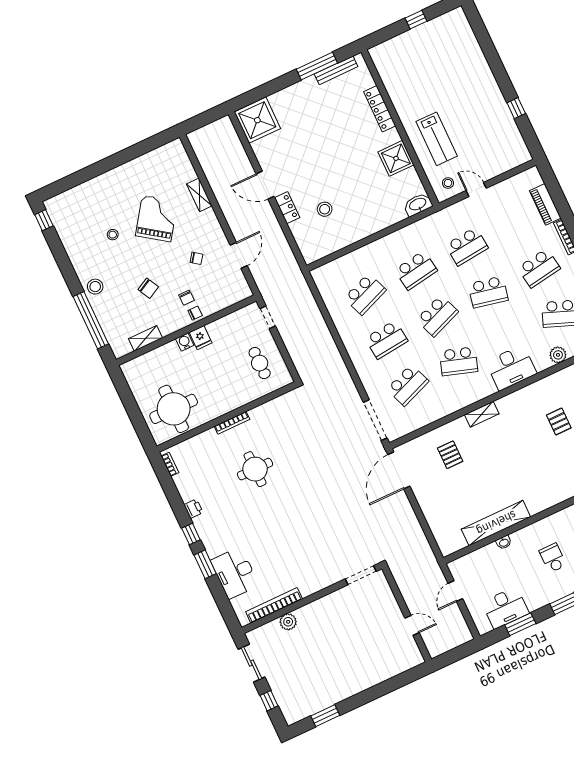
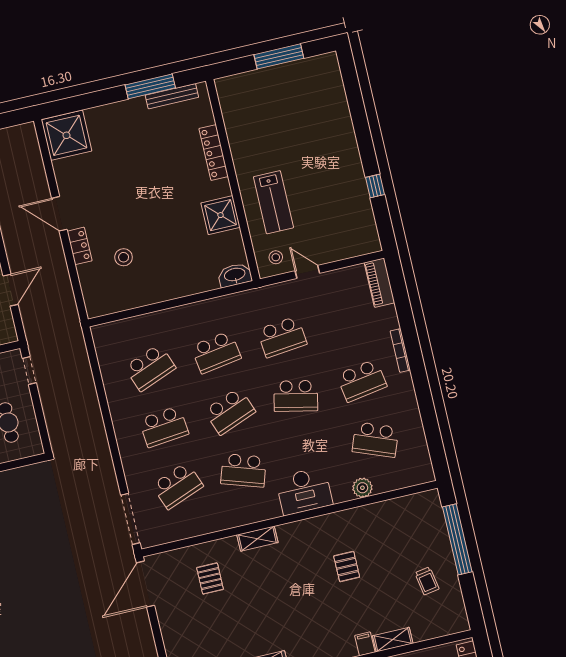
window: (416, 20) -> (279, 56), width x2.17
piano: (545, 204) -> (379, 283), moved

